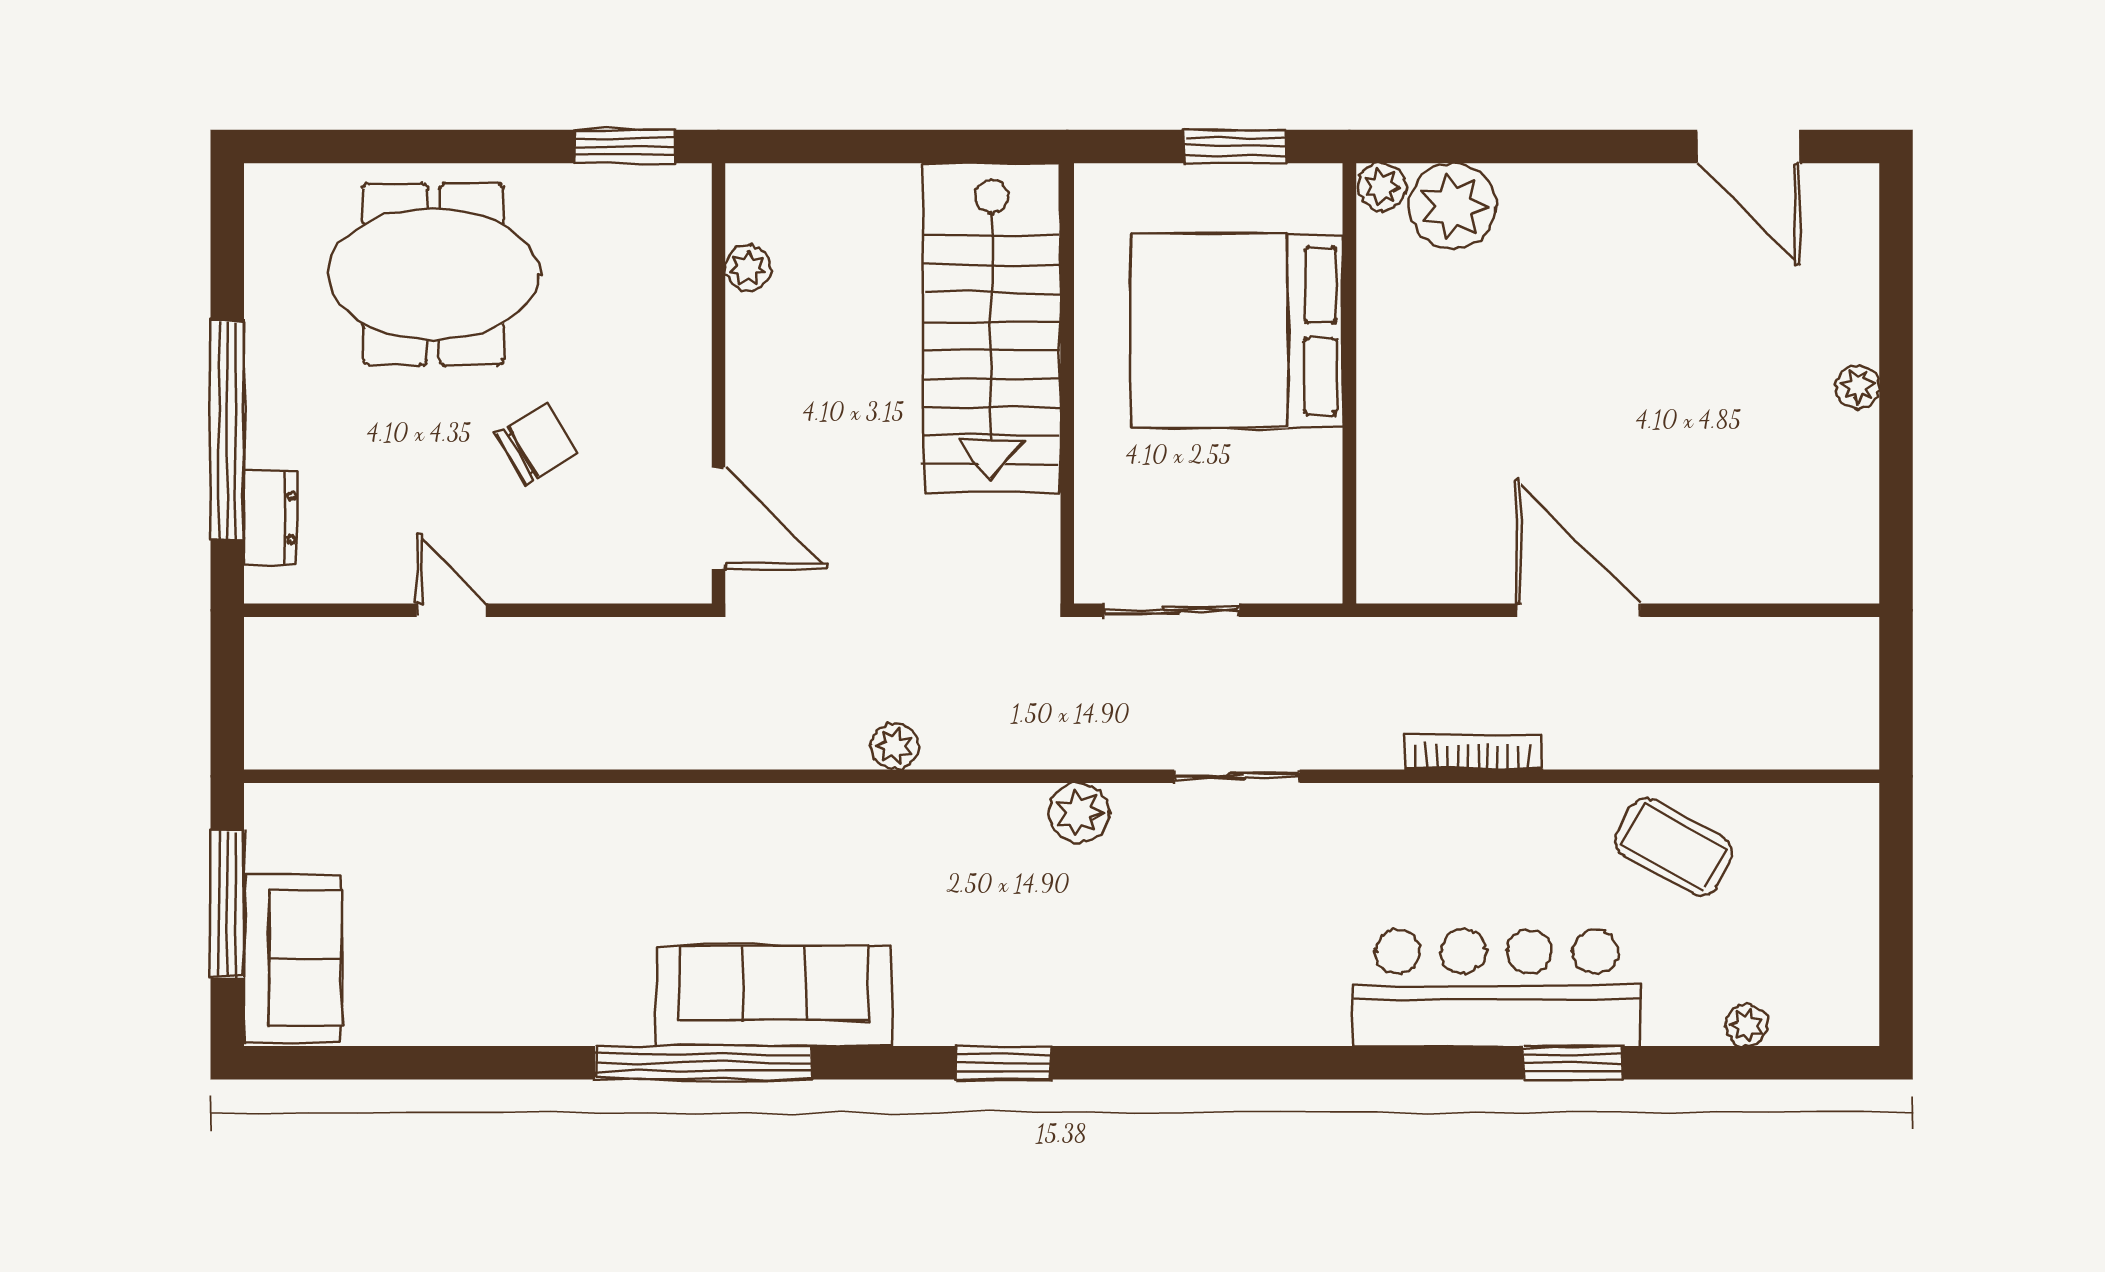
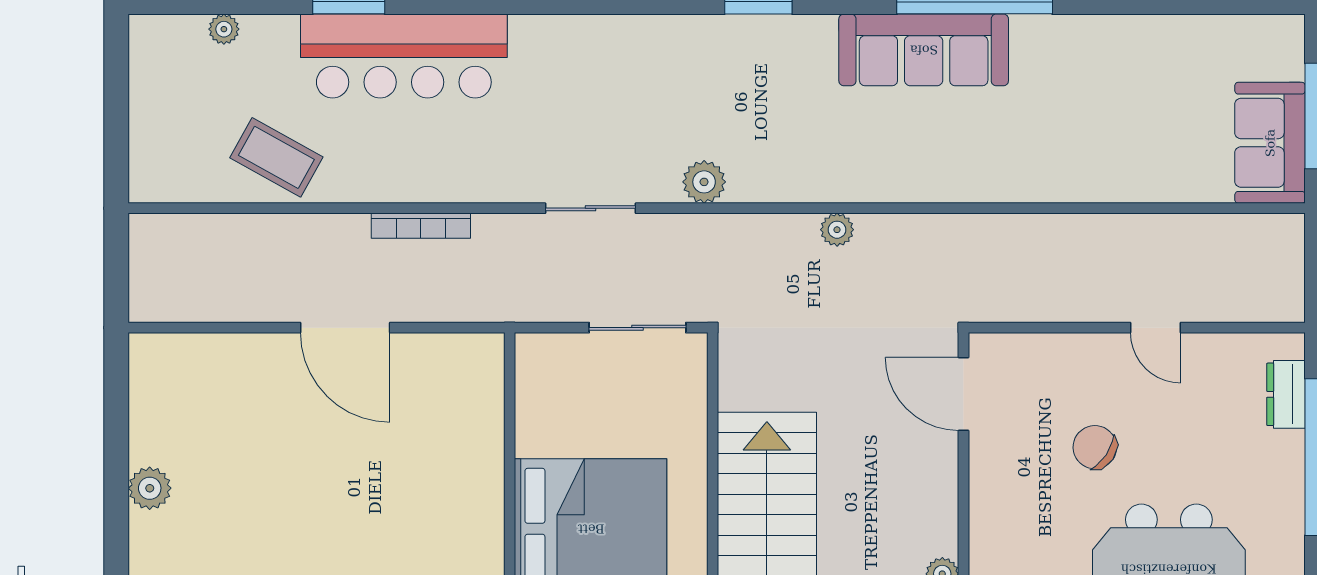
plant: (1858, 387) -> (150, 488), width x1.38, depth x1.38
chair: (536, 444) -> (1095, 447), turned 64
sofa: (293, 958) -> (1270, 143), moved

